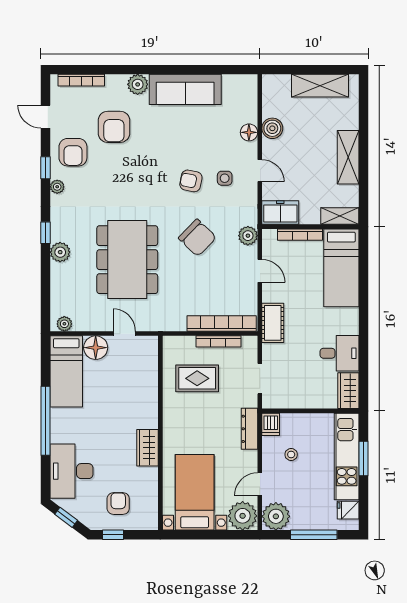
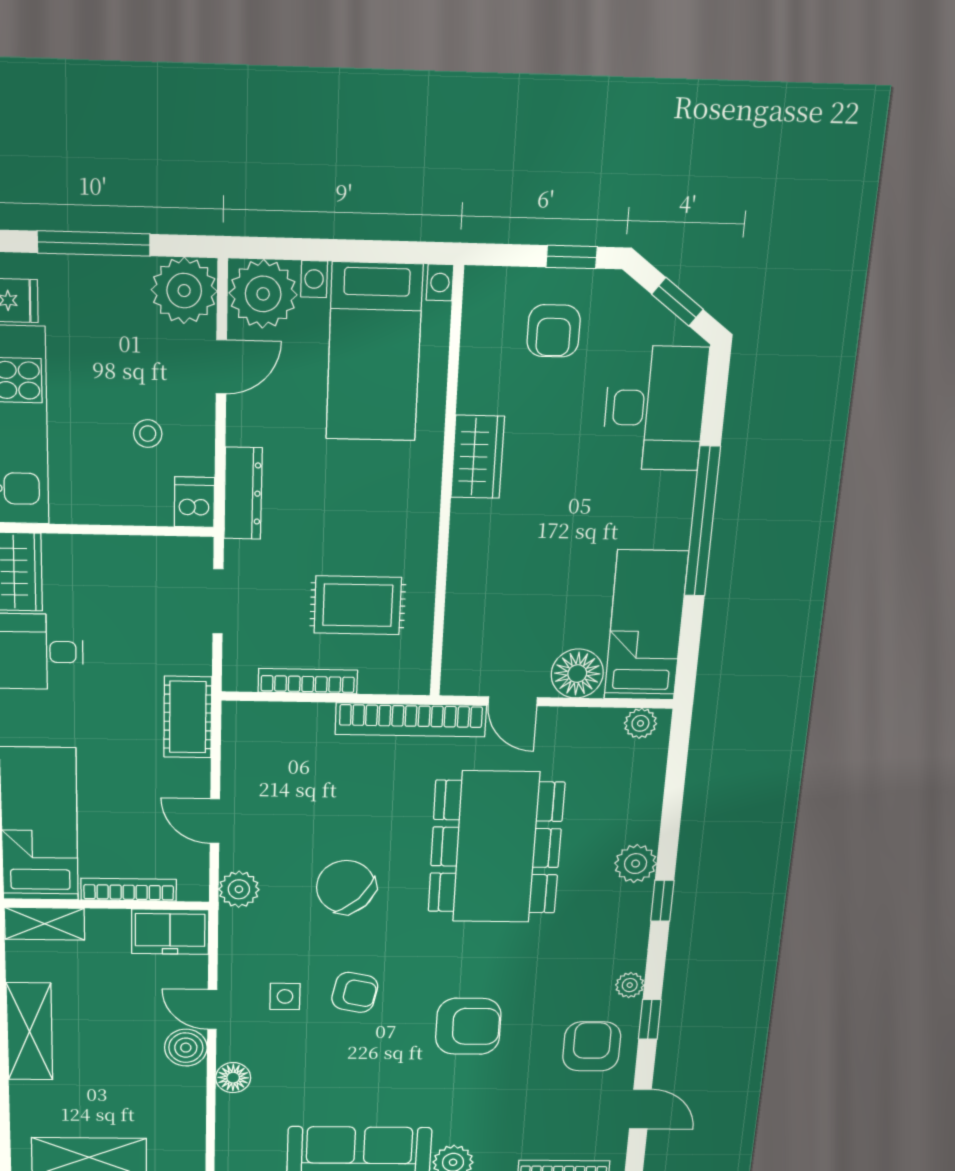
armchair: (114, 127) -> (468, 1026), moved, turned 90
boiler: (272, 128) -> (186, 1048), moved
bookcase: (222, 323) -> (411, 720), moved

